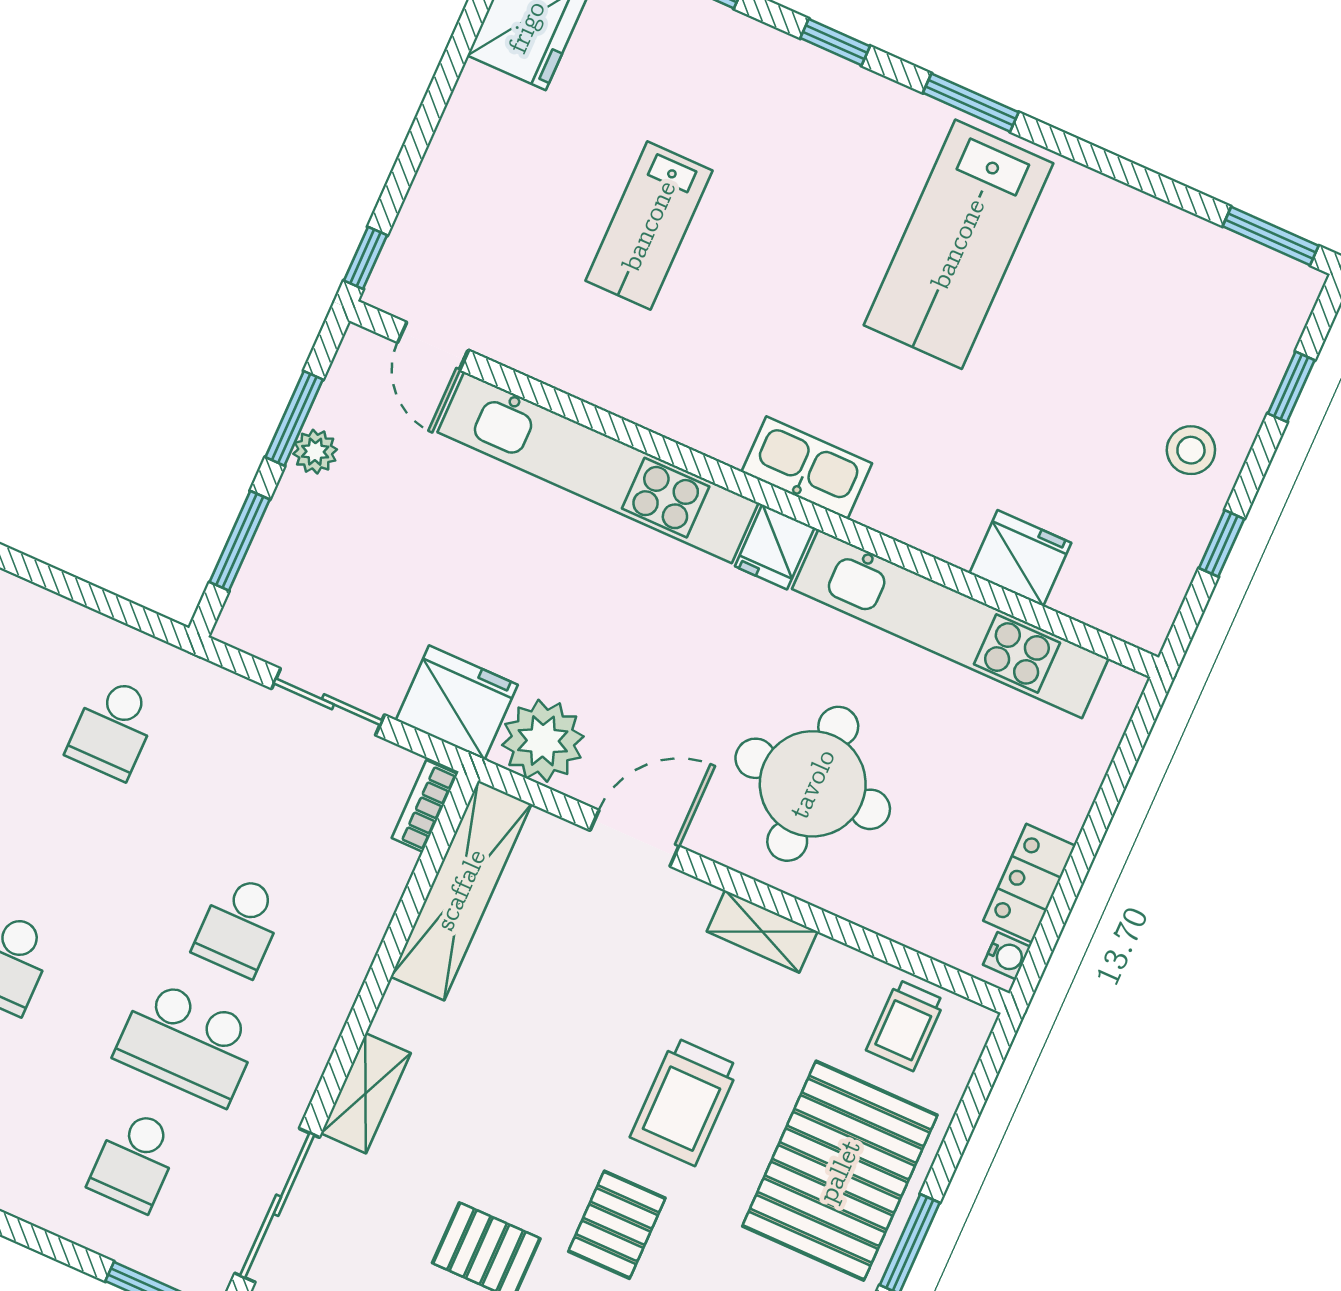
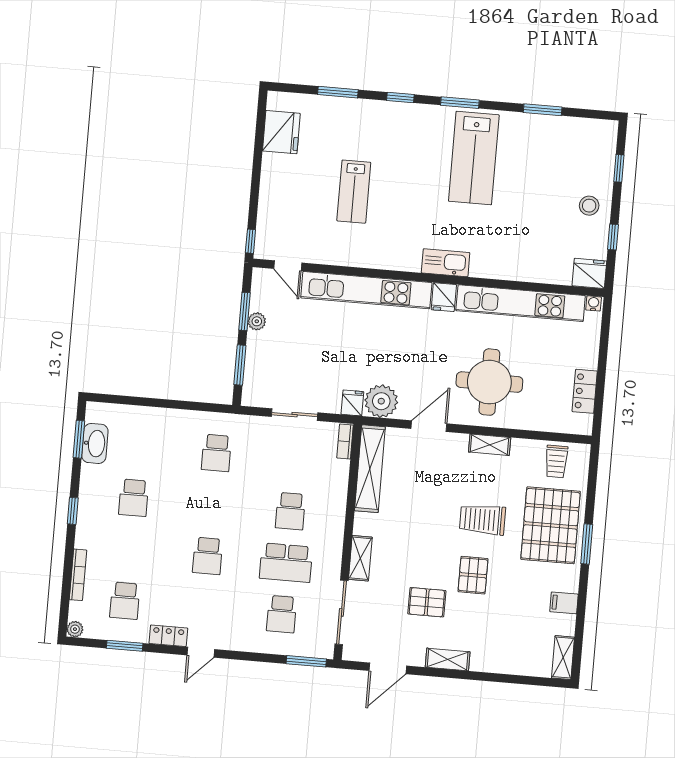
window: (1271, 236) -> (543, 110), moved
fridge: (1020, 558) -> (589, 273), moved
fridge: (457, 703) -> (352, 403), width x0.53, depth x0.75
water cooler: (1007, 956) -> (594, 303), moved, turned -90
trolley: (685, 1102) -> (483, 520), turned 90

